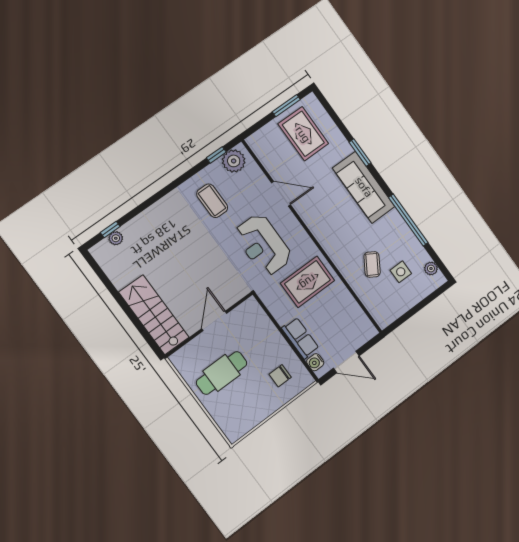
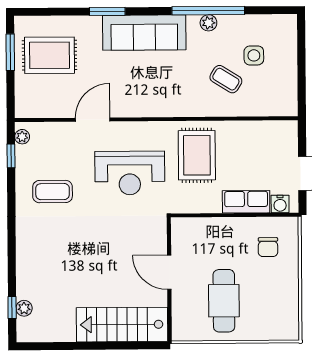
plant: (234, 161) -> (22, 137), width x0.53, depth x0.53
plant: (431, 268) -> (208, 23), moved

